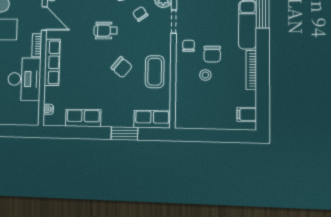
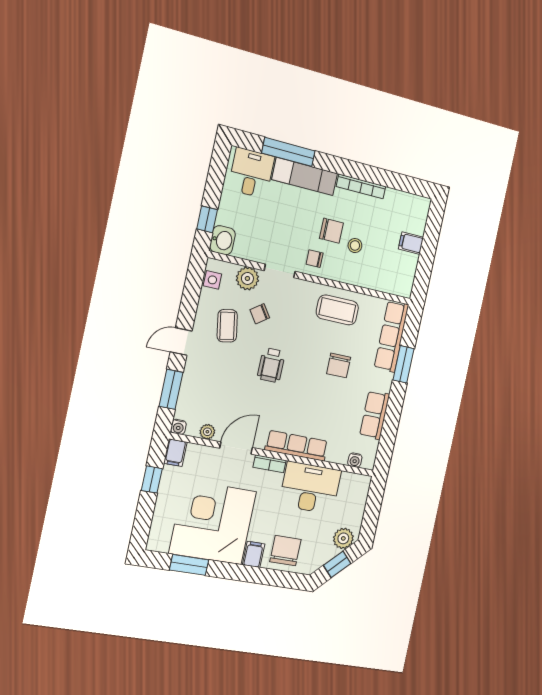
chair: (122, 67) -> (339, 365), moved, turned 140
filing cabinet: (247, 114) -> (411, 243), moved, turned 90
row of seats: (152, 119) -> (391, 336), width x1.48

